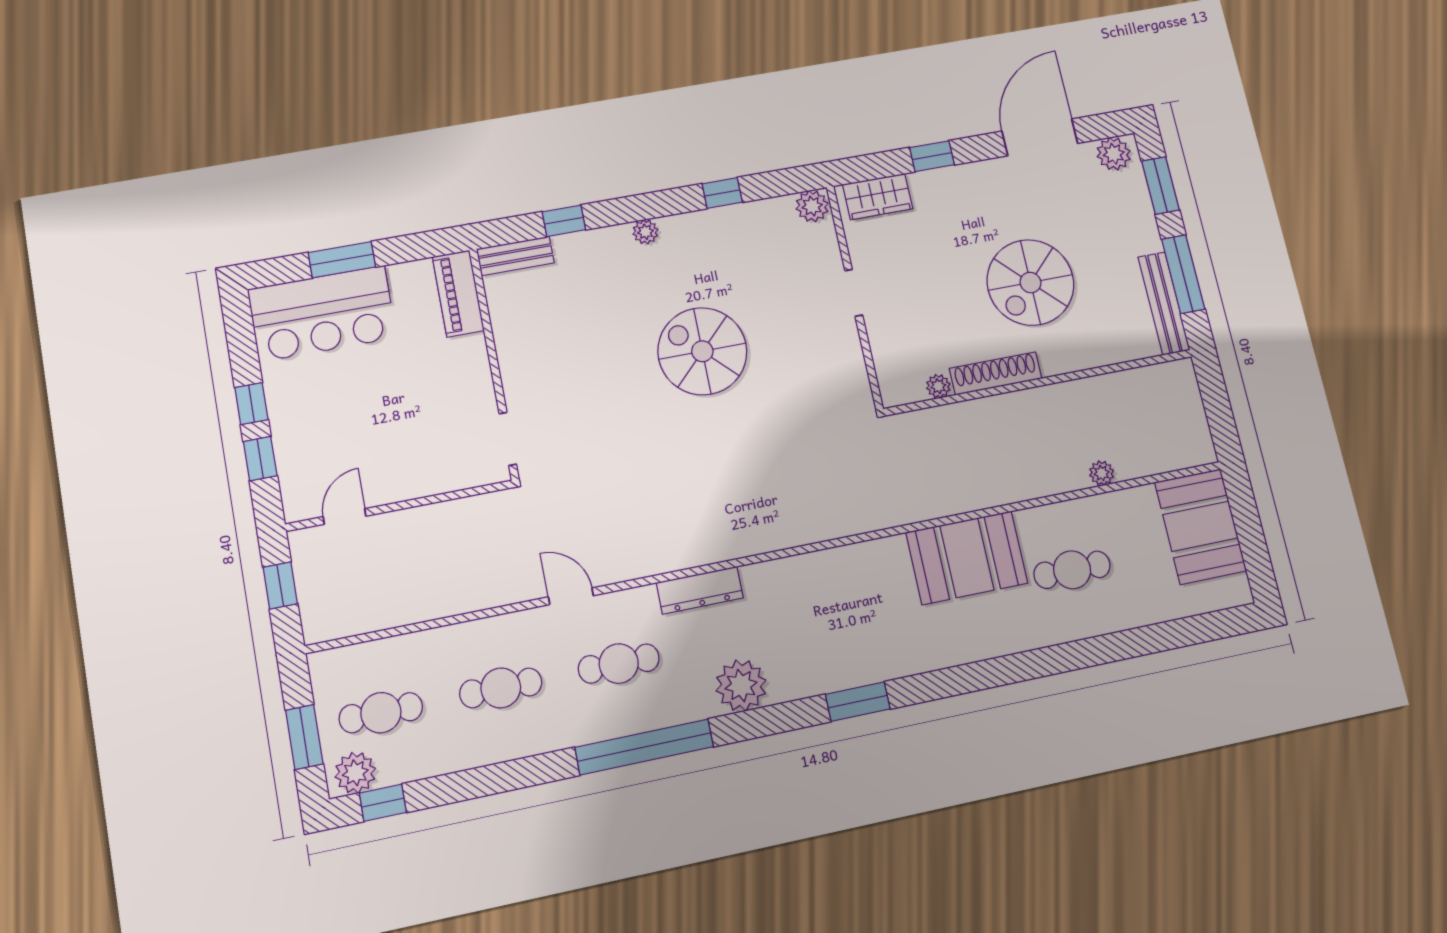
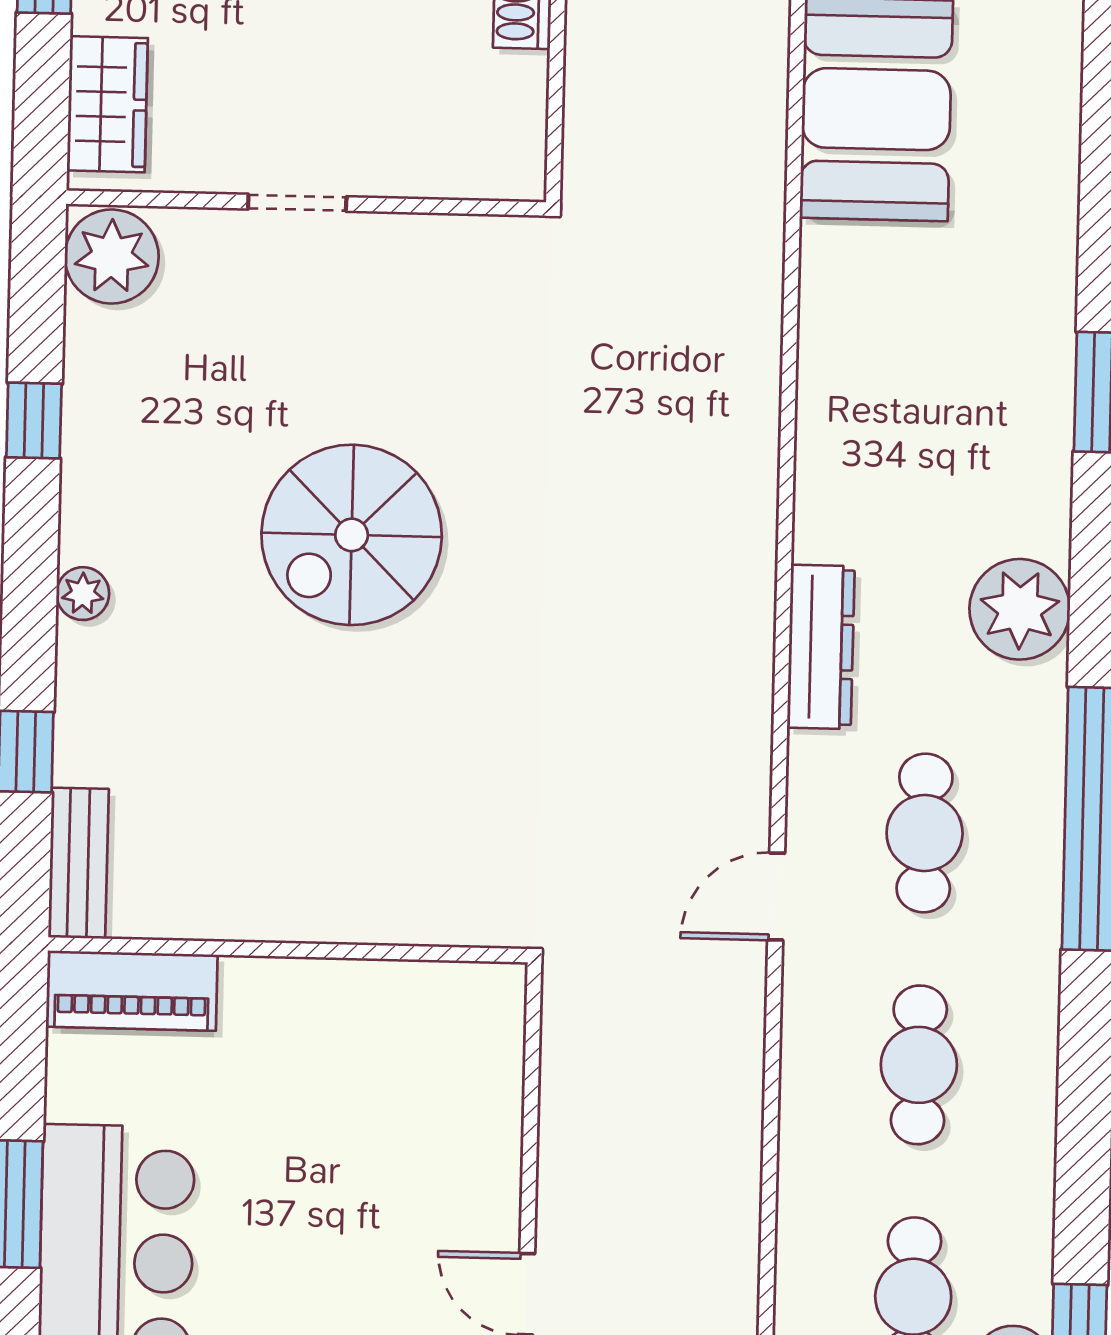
plant: (812, 206) -> (112, 257), width x1.36, depth x1.36
plant: (938, 386) -> (524, 79), removed
doorway: (508, 439) -> (444, 954), removed

